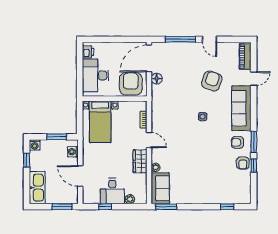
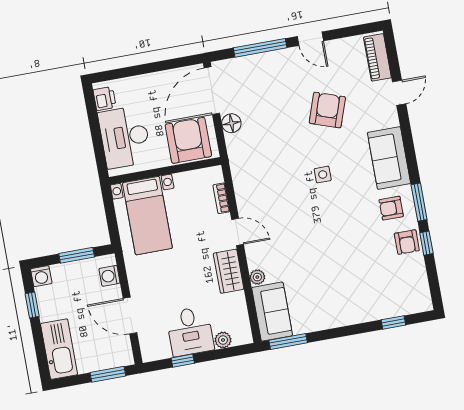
sofa: (241, 108) -> (389, 158), width x0.73

